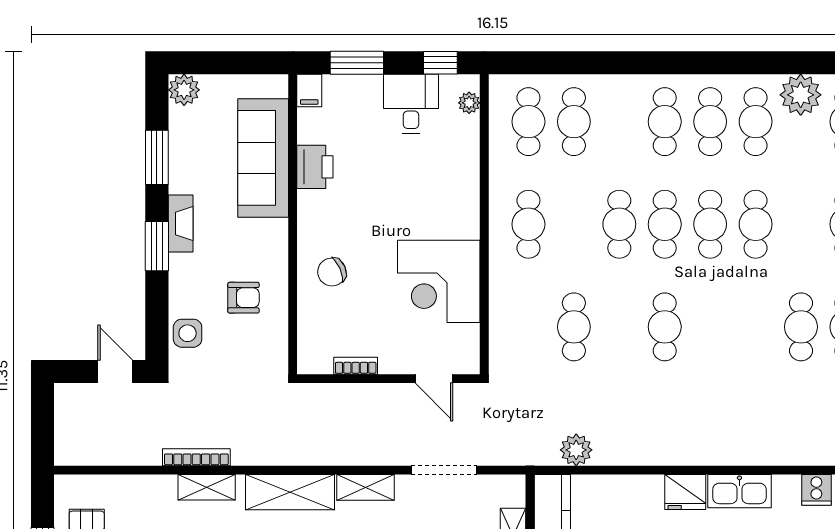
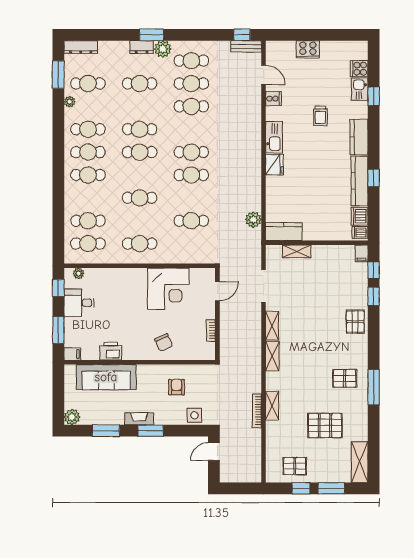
plant: (801, 95) -> (70, 102), width x0.53, depth x0.53
cafe table: (665, 224) -> (191, 152), moved
shelving: (290, 492) -> (272, 356), width x0.67, depth x0.75

